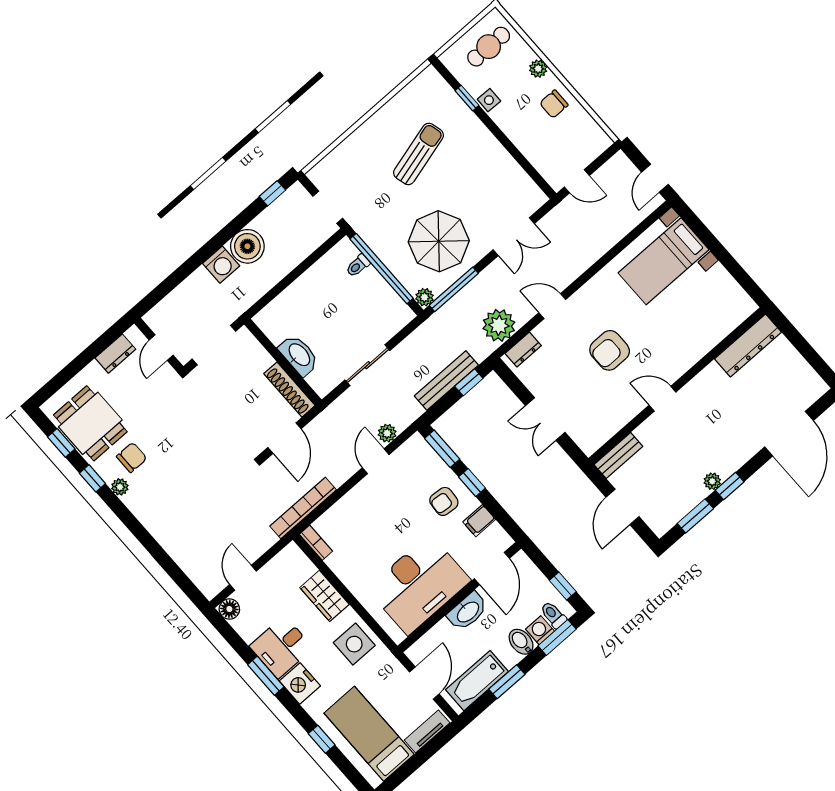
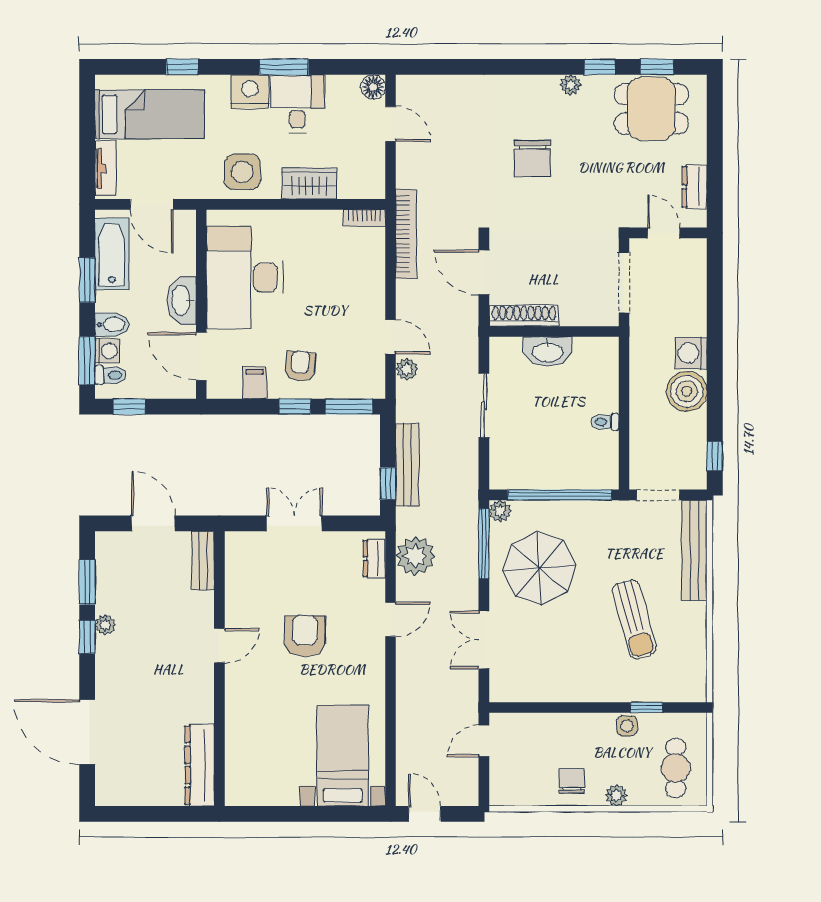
bench: (342, 154) -> (694, 550), added
toilet: (358, 266) -> (605, 422), moved, turned -90
chair: (132, 457) -> (532, 158), moved, width x1.37, depth x1.37

